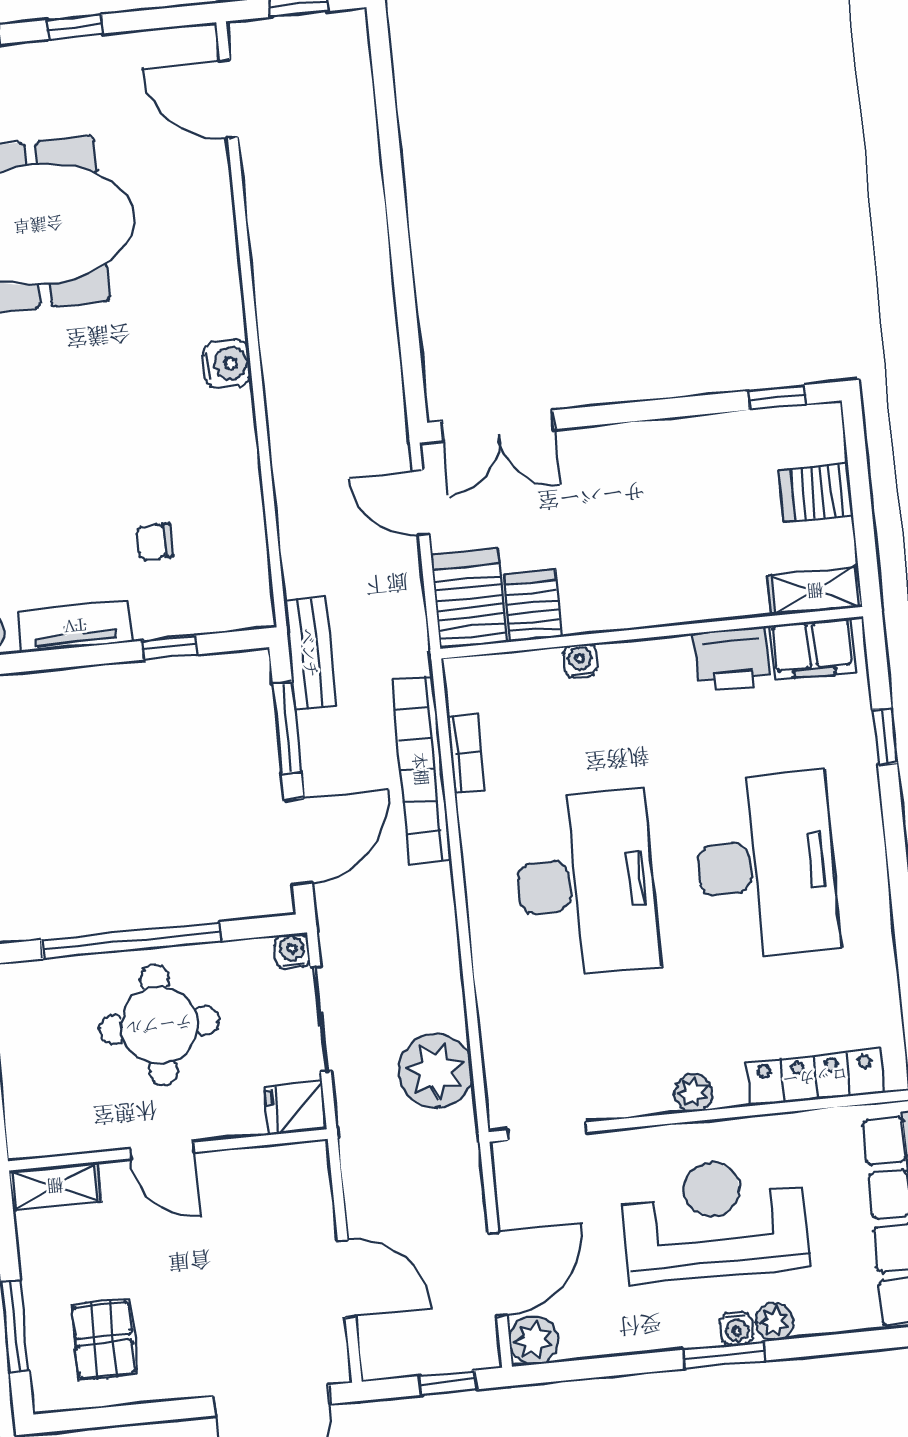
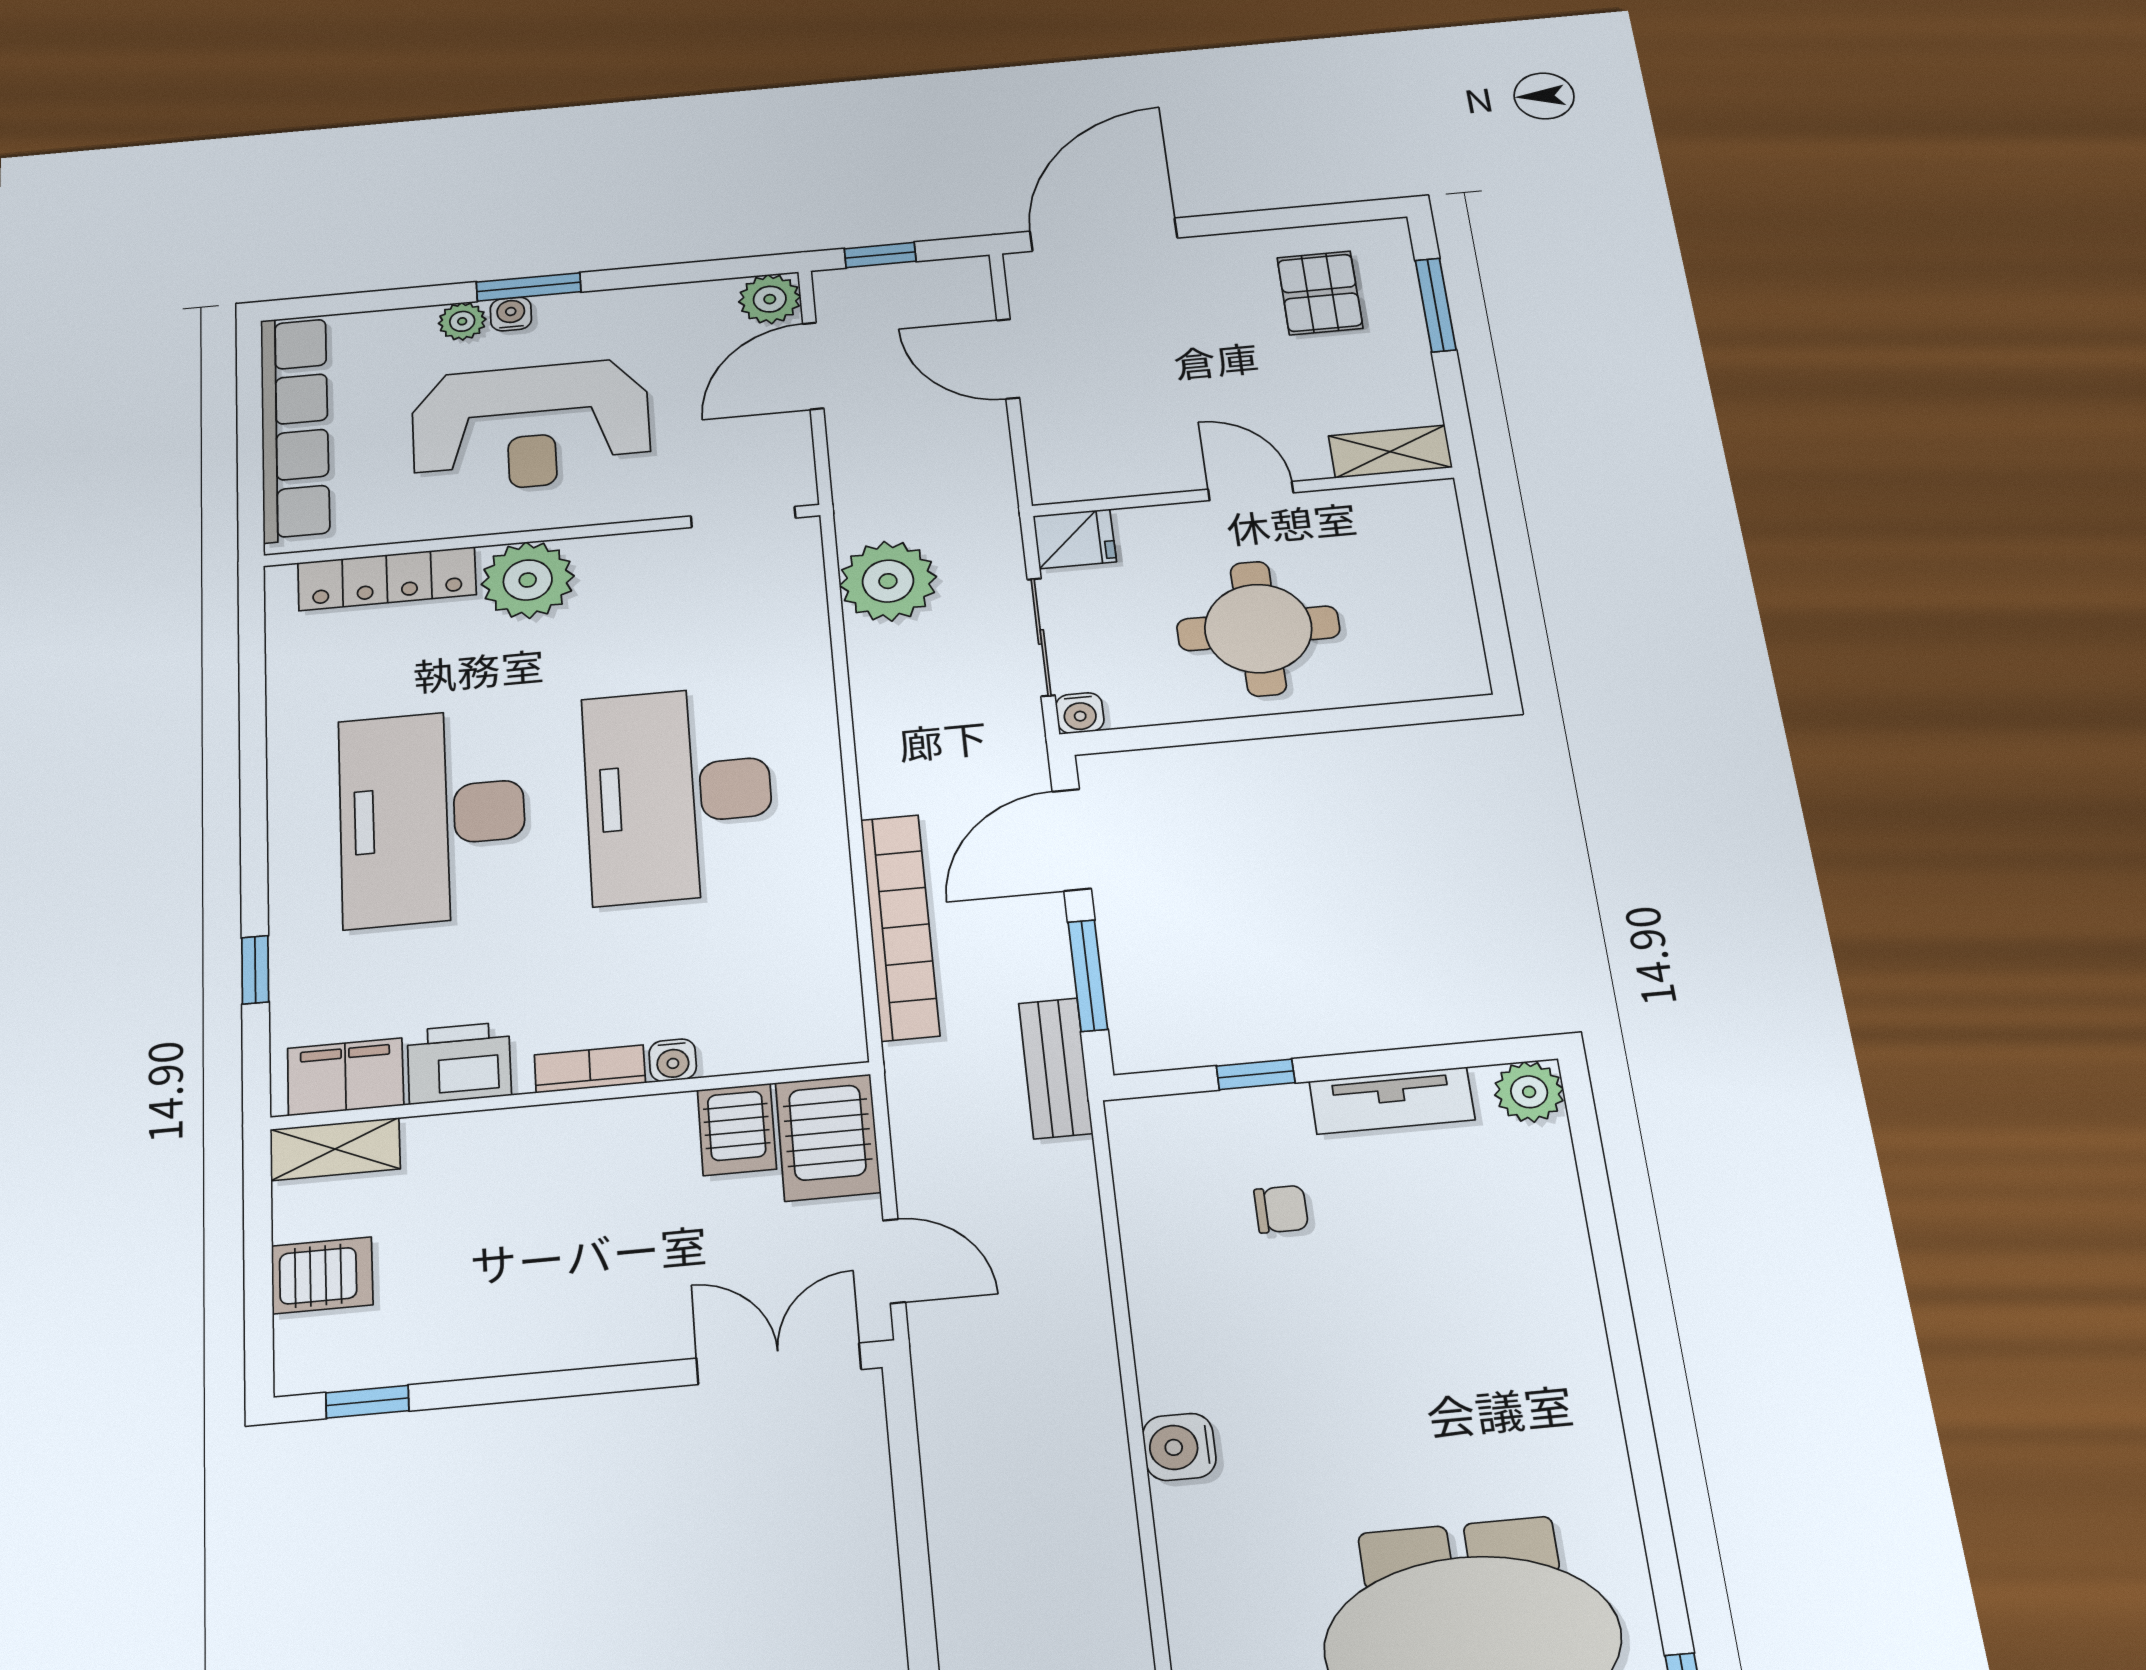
bookcase: (466, 753) -> (590, 1069), moved, turned 90
window: (131, 940) -> (1299, 723), removed
plant: (693, 1093) -> (528, 580), width x1.88, depth x1.88

